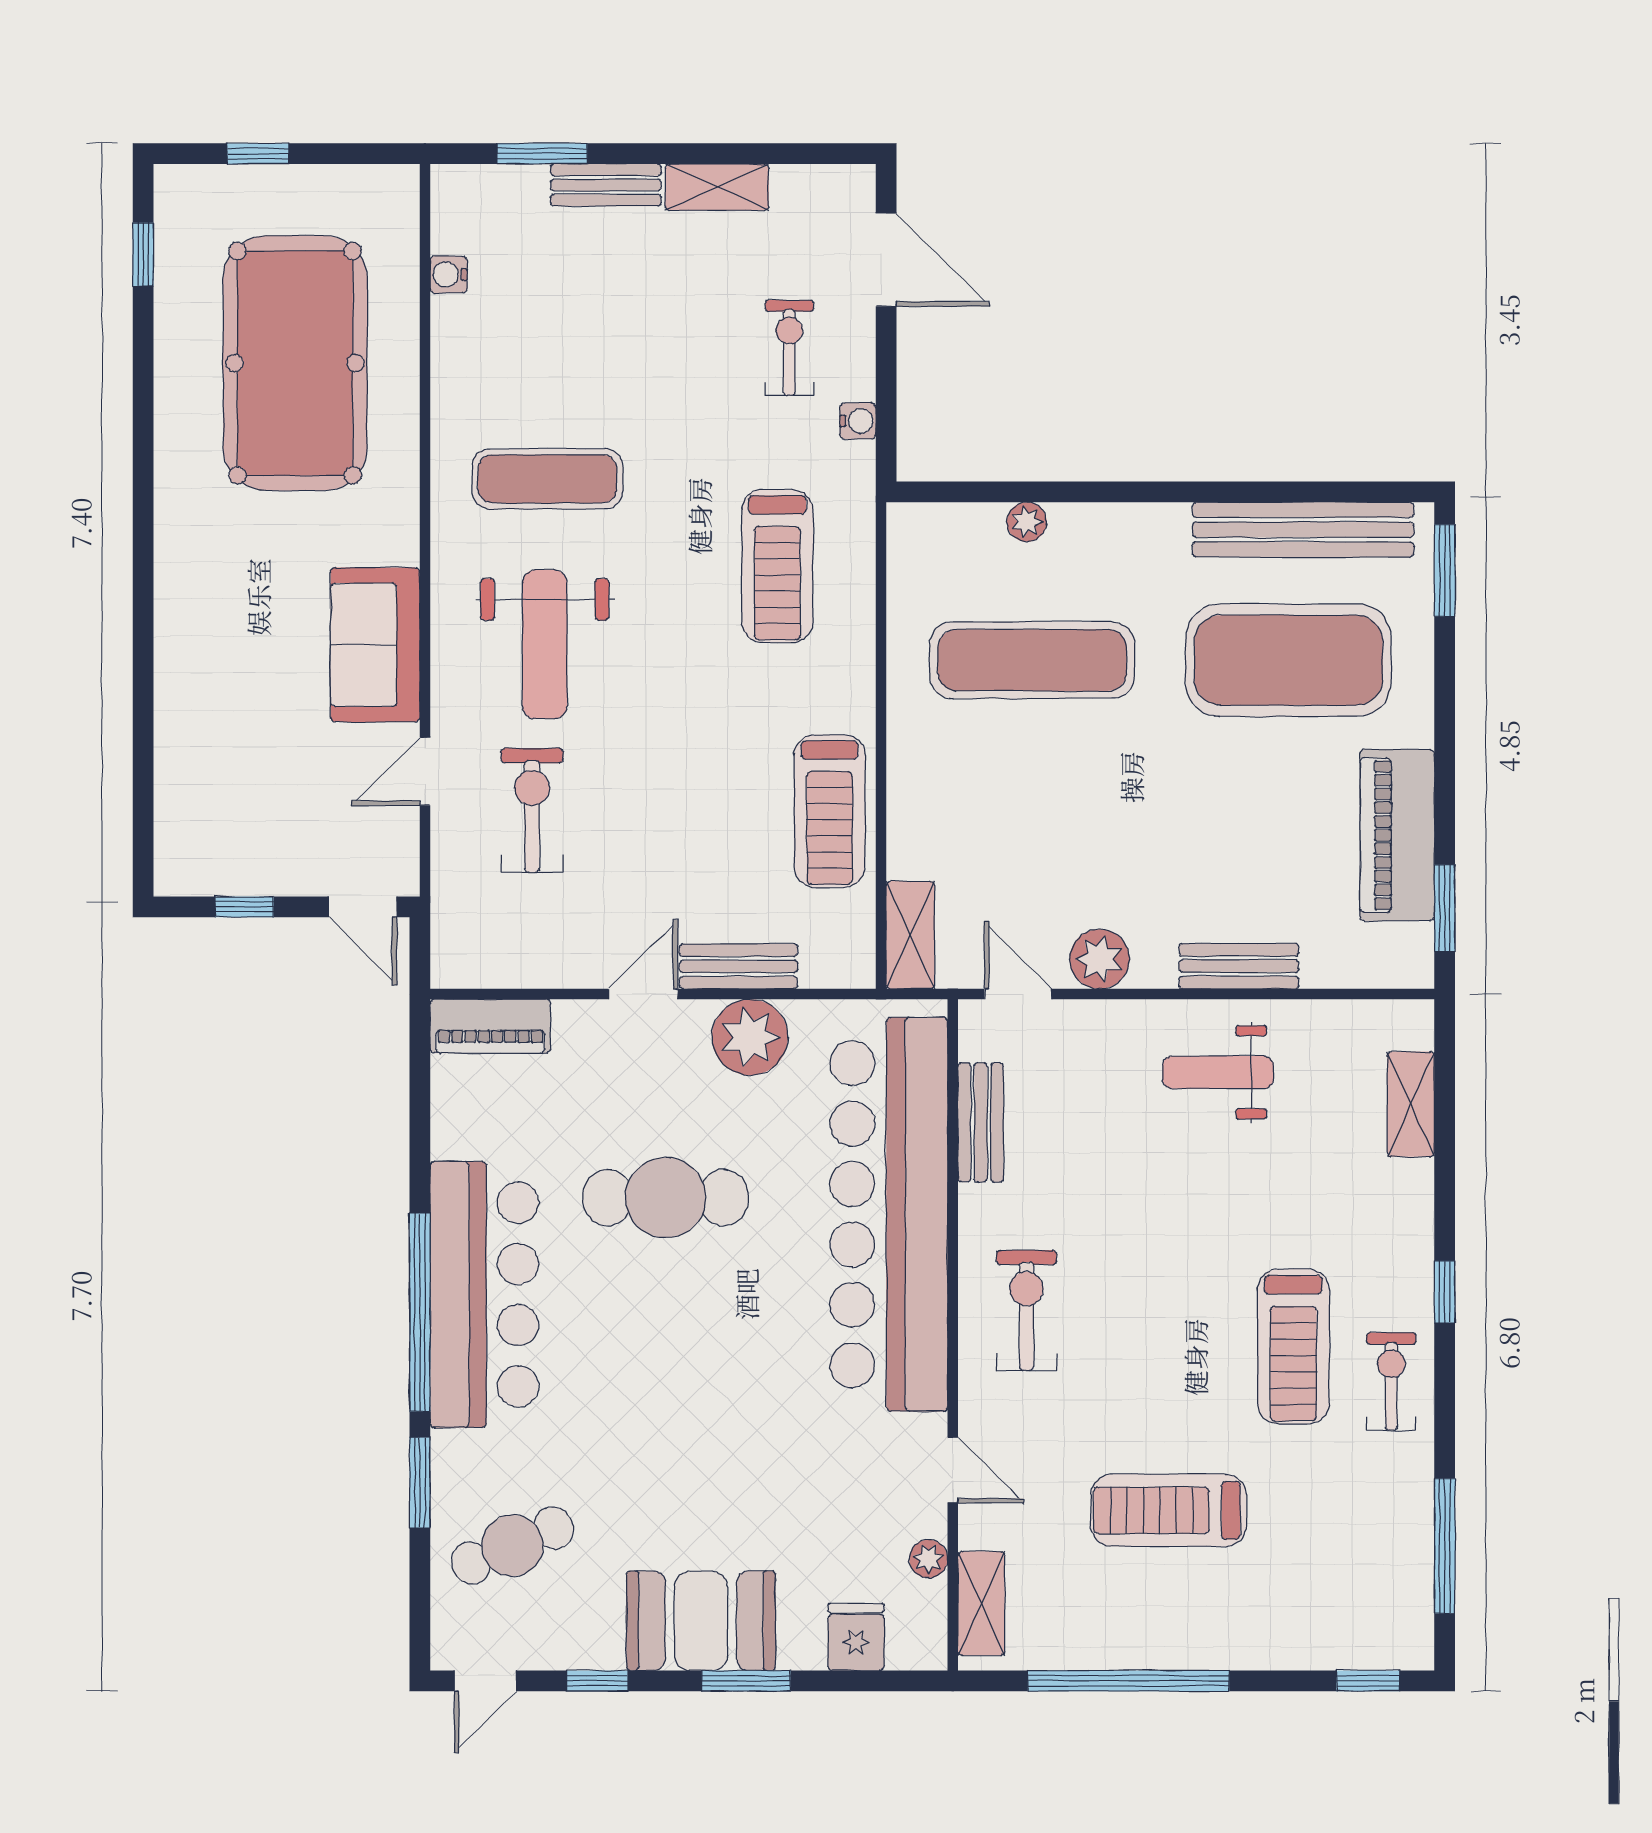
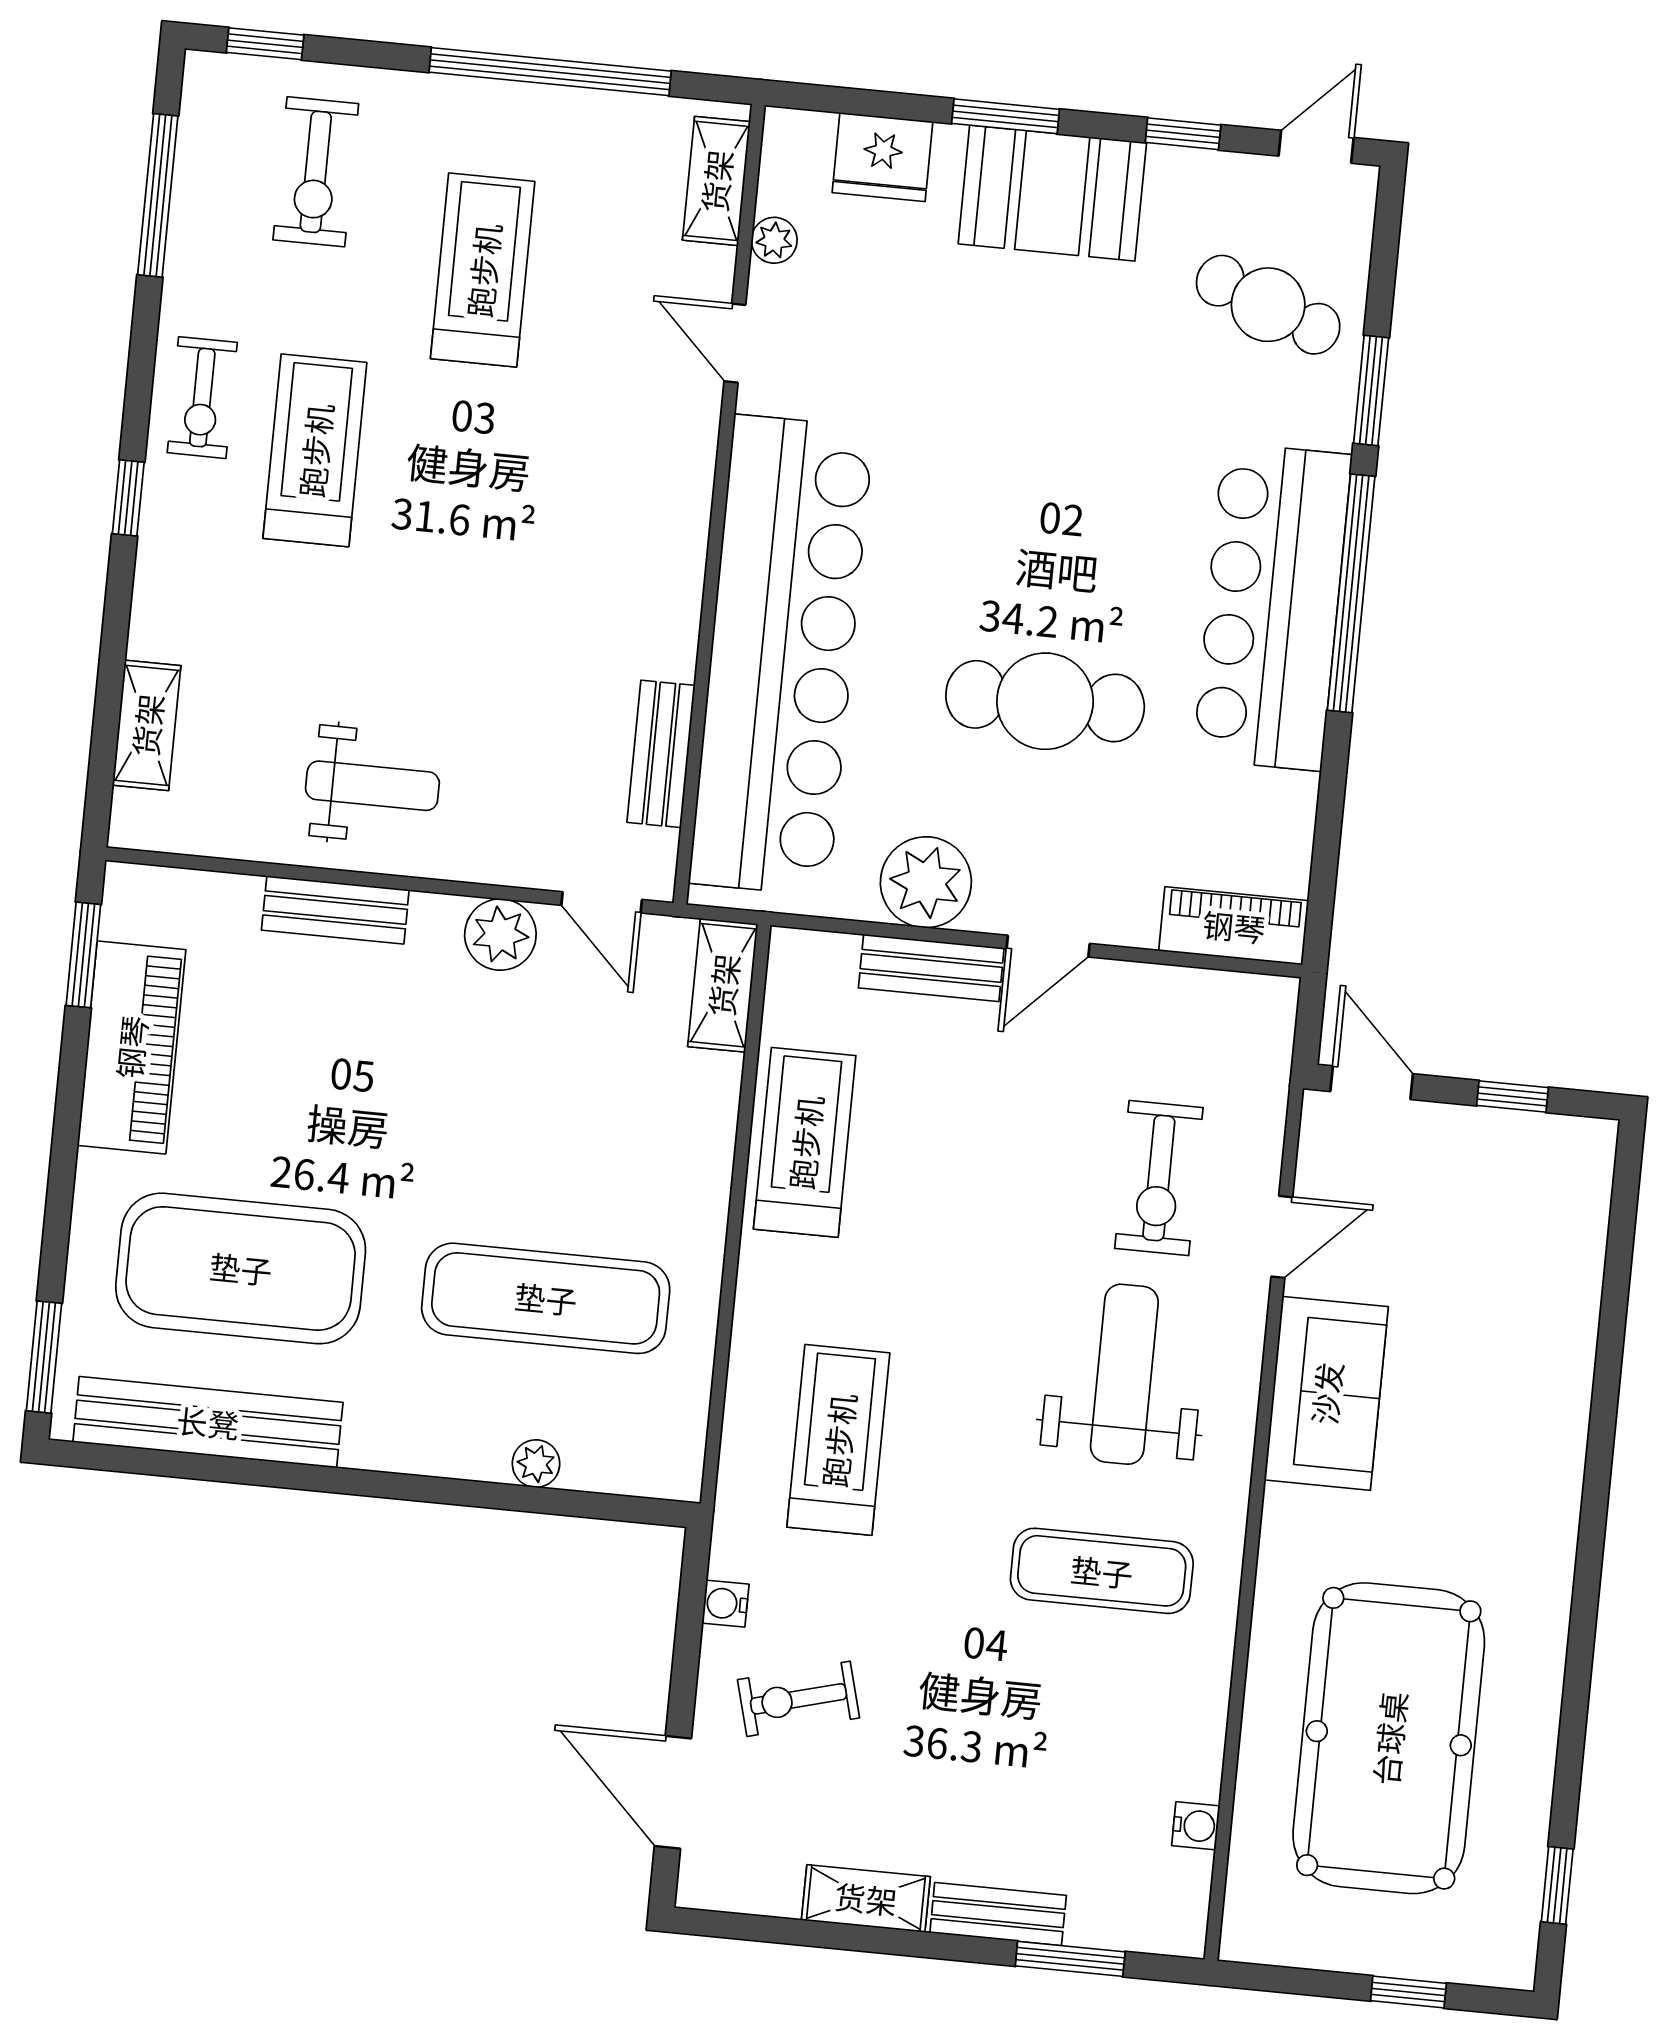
exercise bike: (789, 348) -> (798, 1699), turned 75
exercise bike: (1026, 1310) -> (316, 172), moved
treadmill: (1169, 1510) -> (483, 270), turned -90
cafe table: (512, 1546) -> (1268, 305), turned 44
fridge: (856, 1637) -> (882, 157), width x1.38

